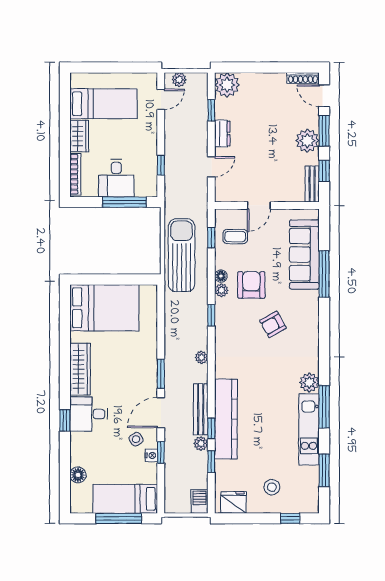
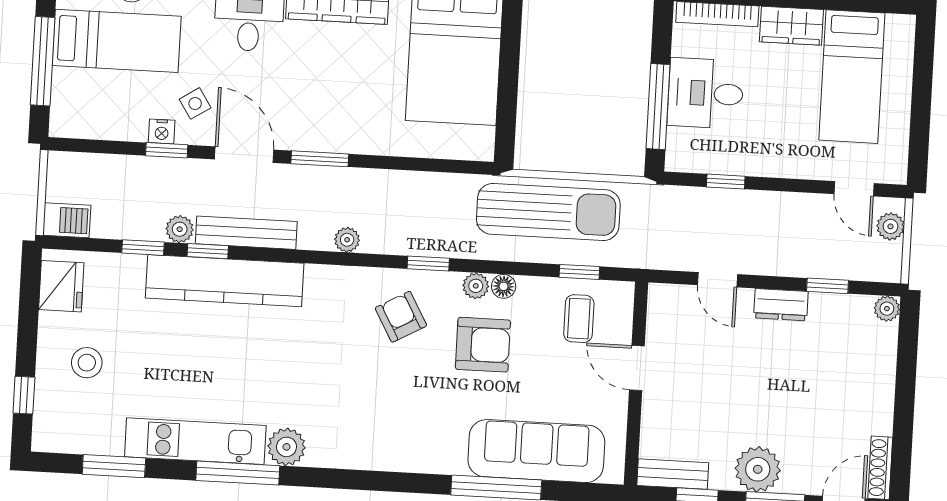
plant: (227, 85) -> (887, 309), width x0.53, depth x0.53
armchair: (273, 324) -> (401, 317), moved
bed: (125, 499) -> (117, 41), moved, turned 90

